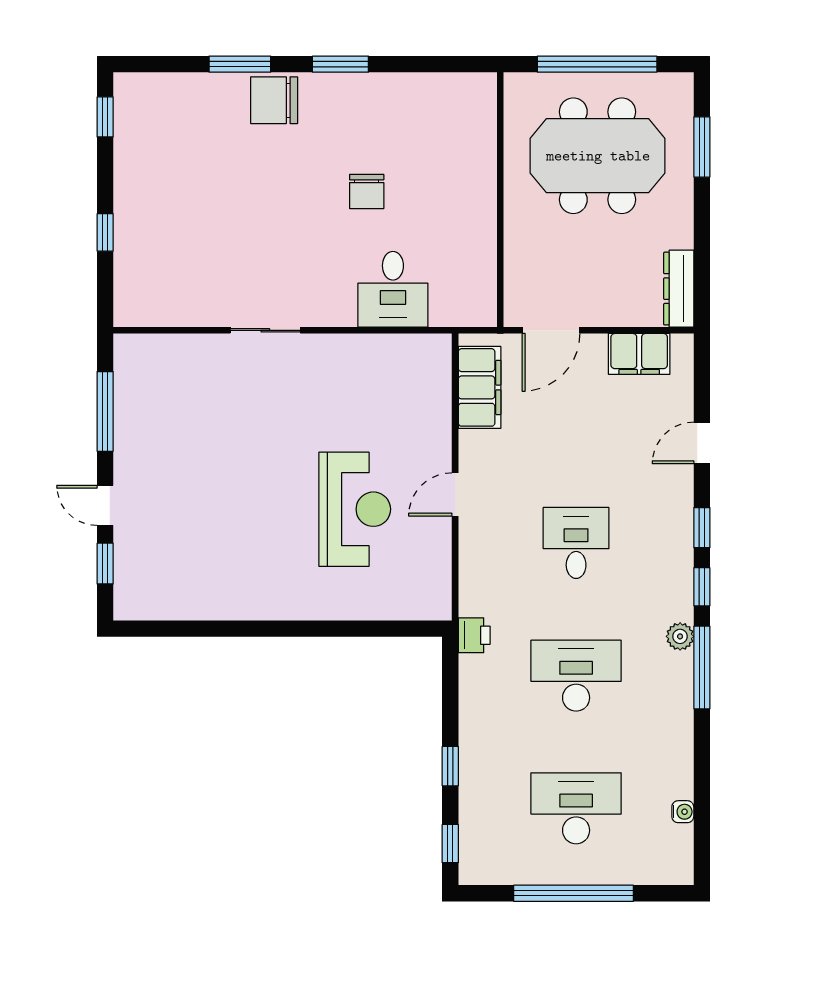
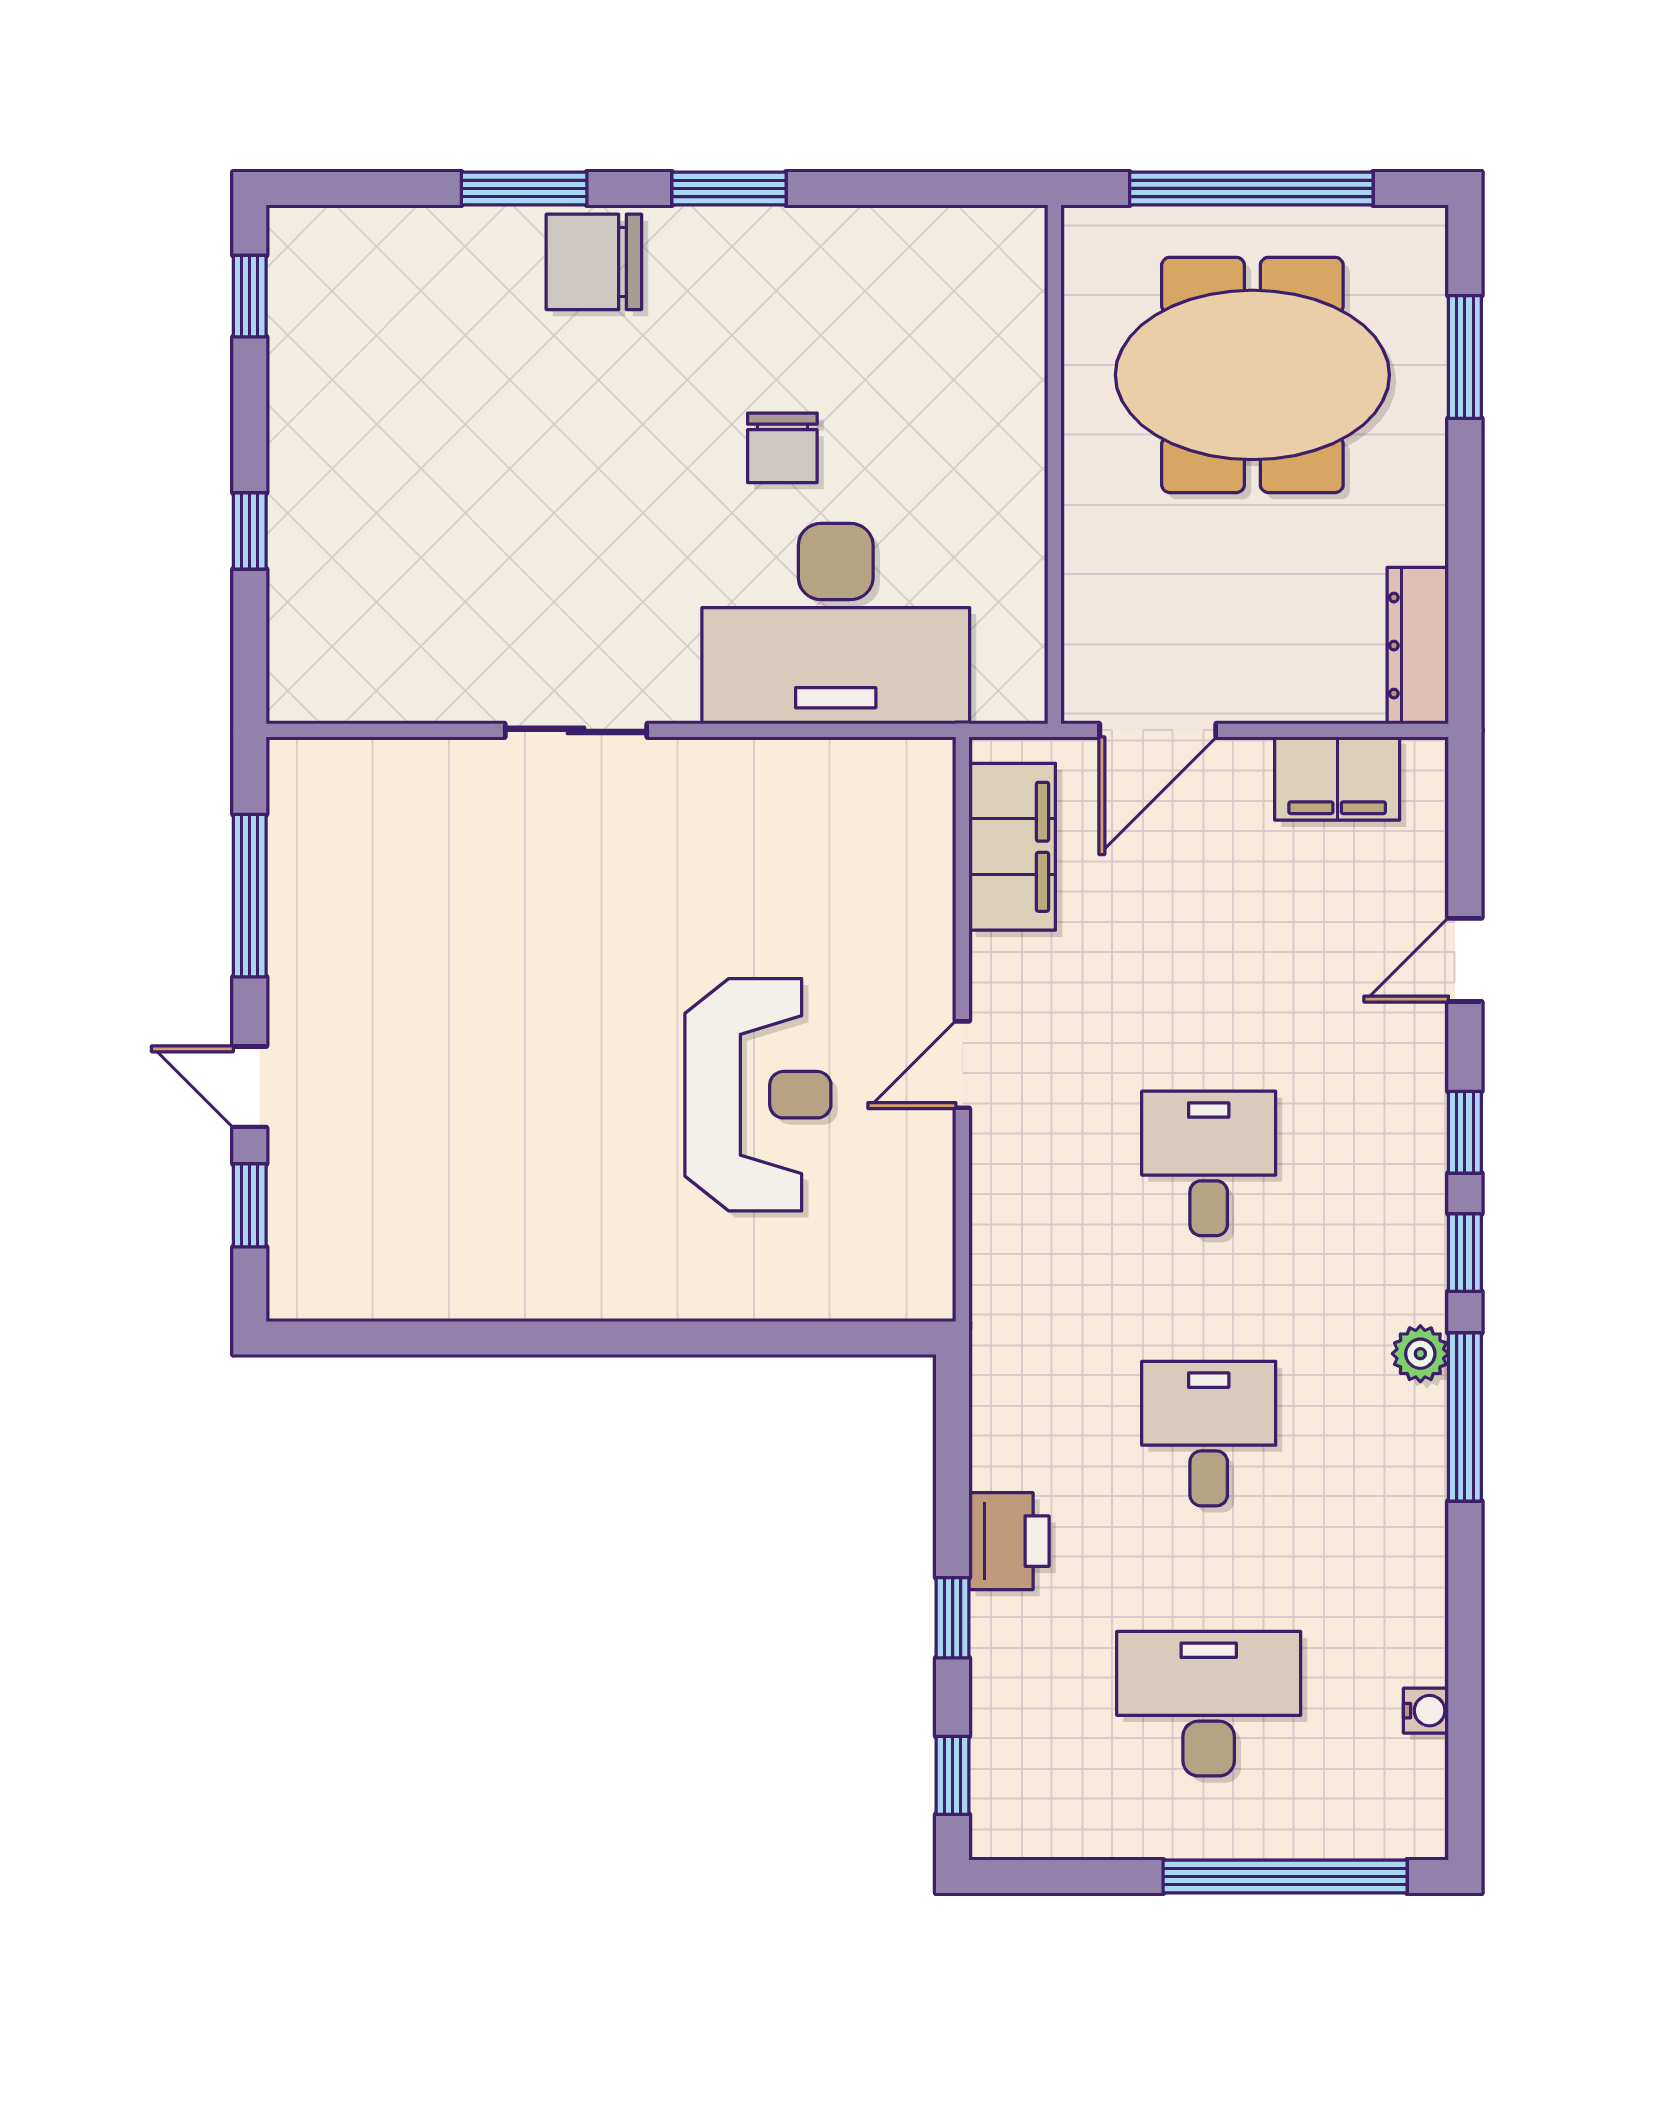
desk: (393, 289) -> (836, 624), width x1.87, depth x1.30
printer: (474, 635) -> (1009, 1541), moved, width x1.36, depth x1.24
desk: (576, 676) -> (1209, 1434), width x0.73
window: (574, 893) -> (1285, 1877), moved

